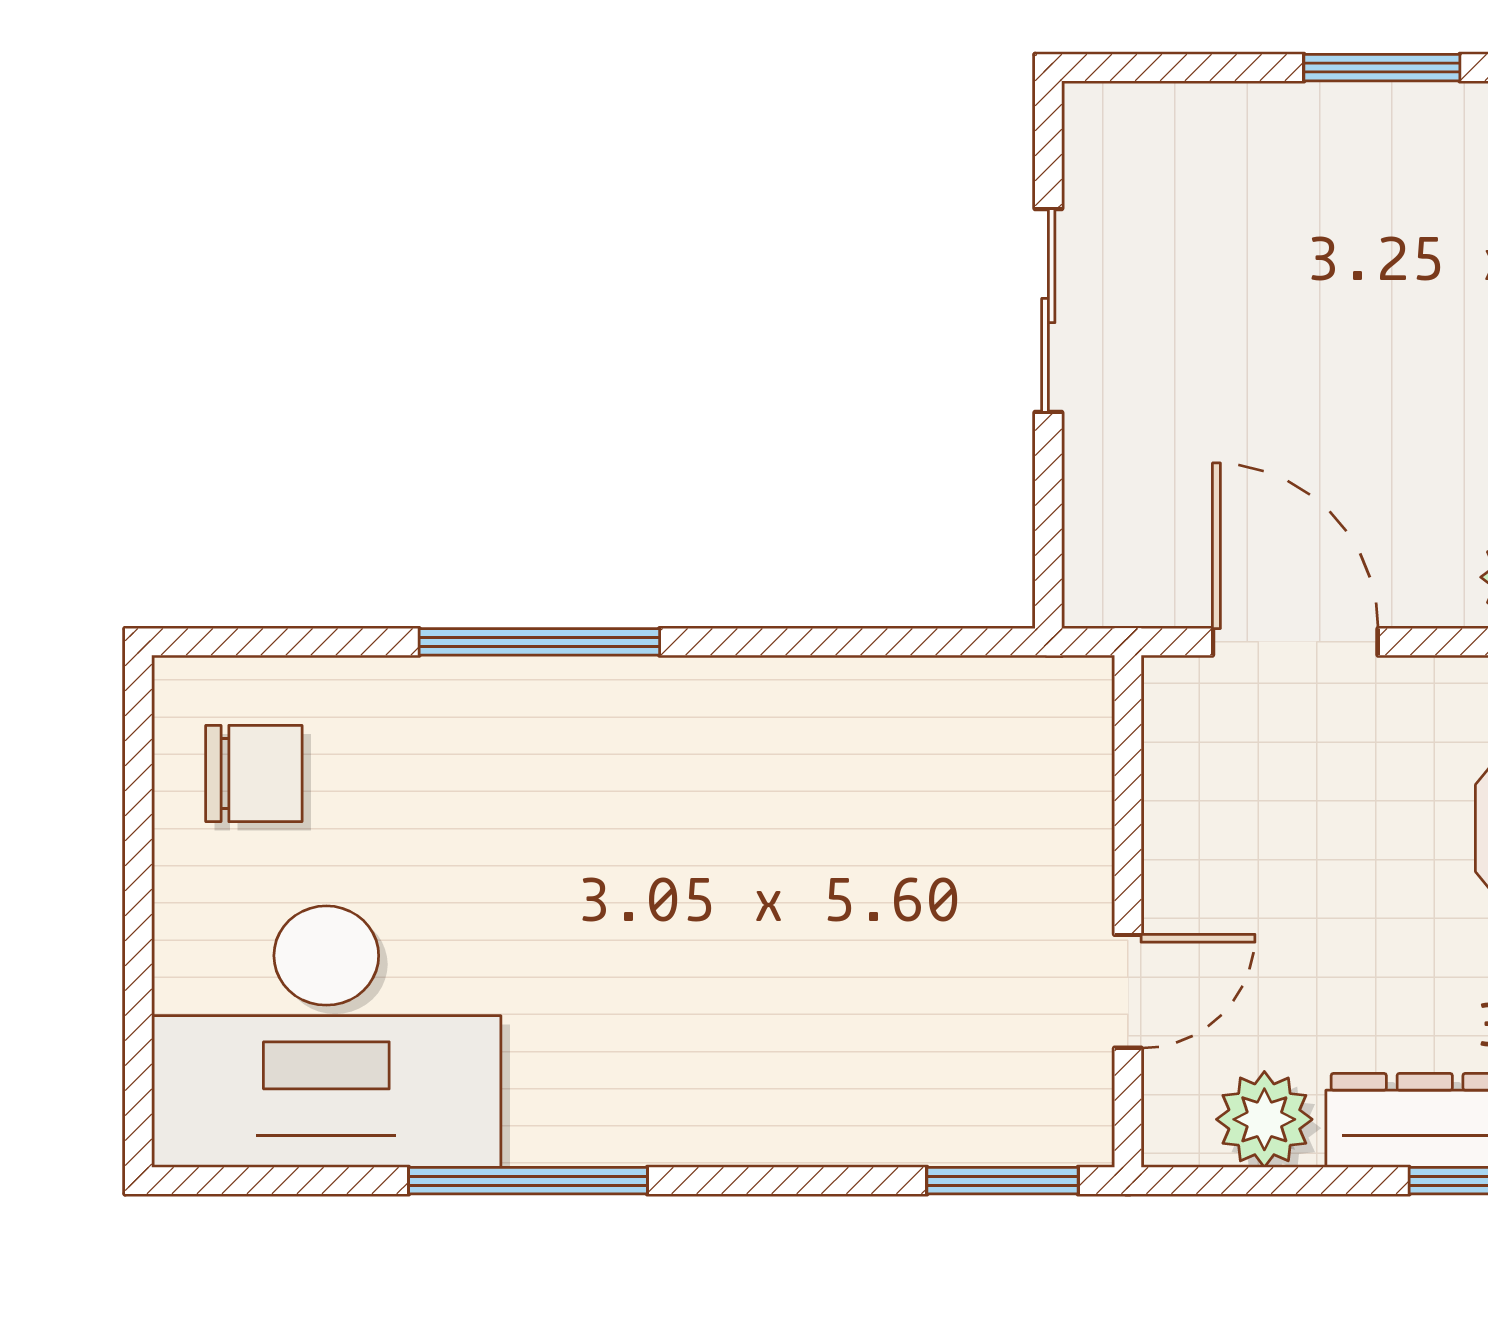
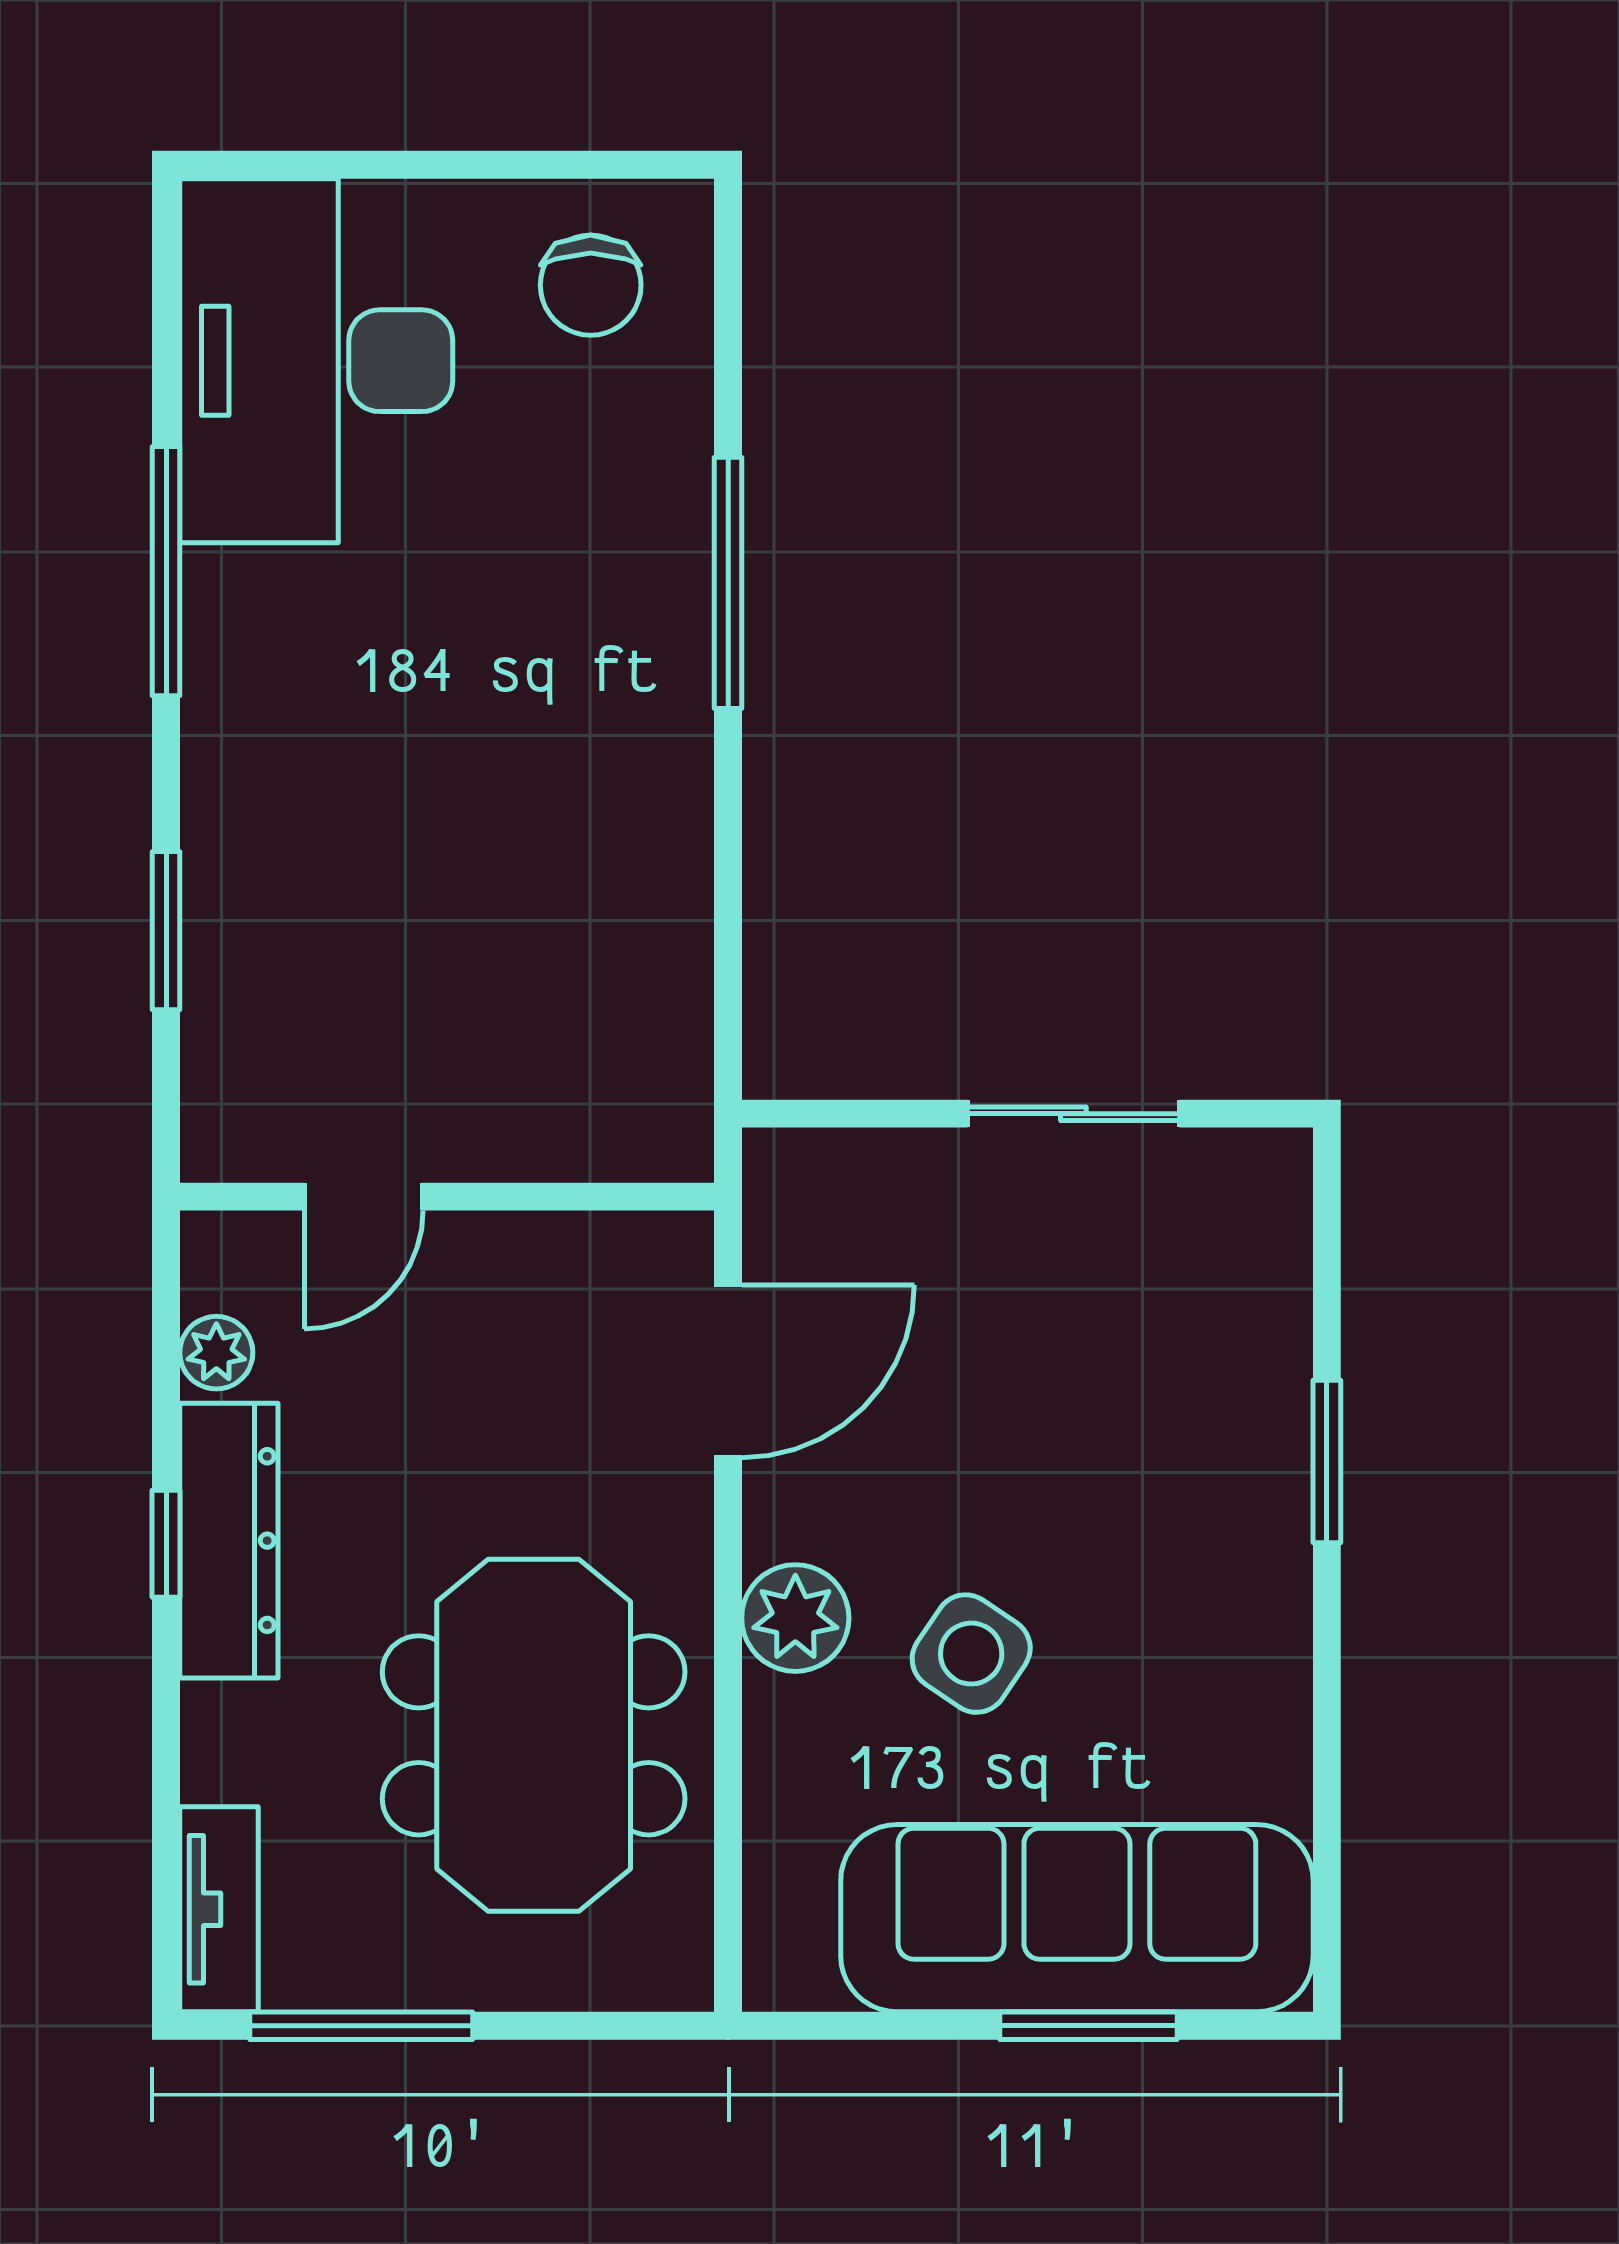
door: (1128, 991) -> (364, 1197), hinge flipped
plant: (1264, 1119) -> (216, 1353), width x0.73, depth x0.73
window: (1003, 1181) -> (166, 931), moved

